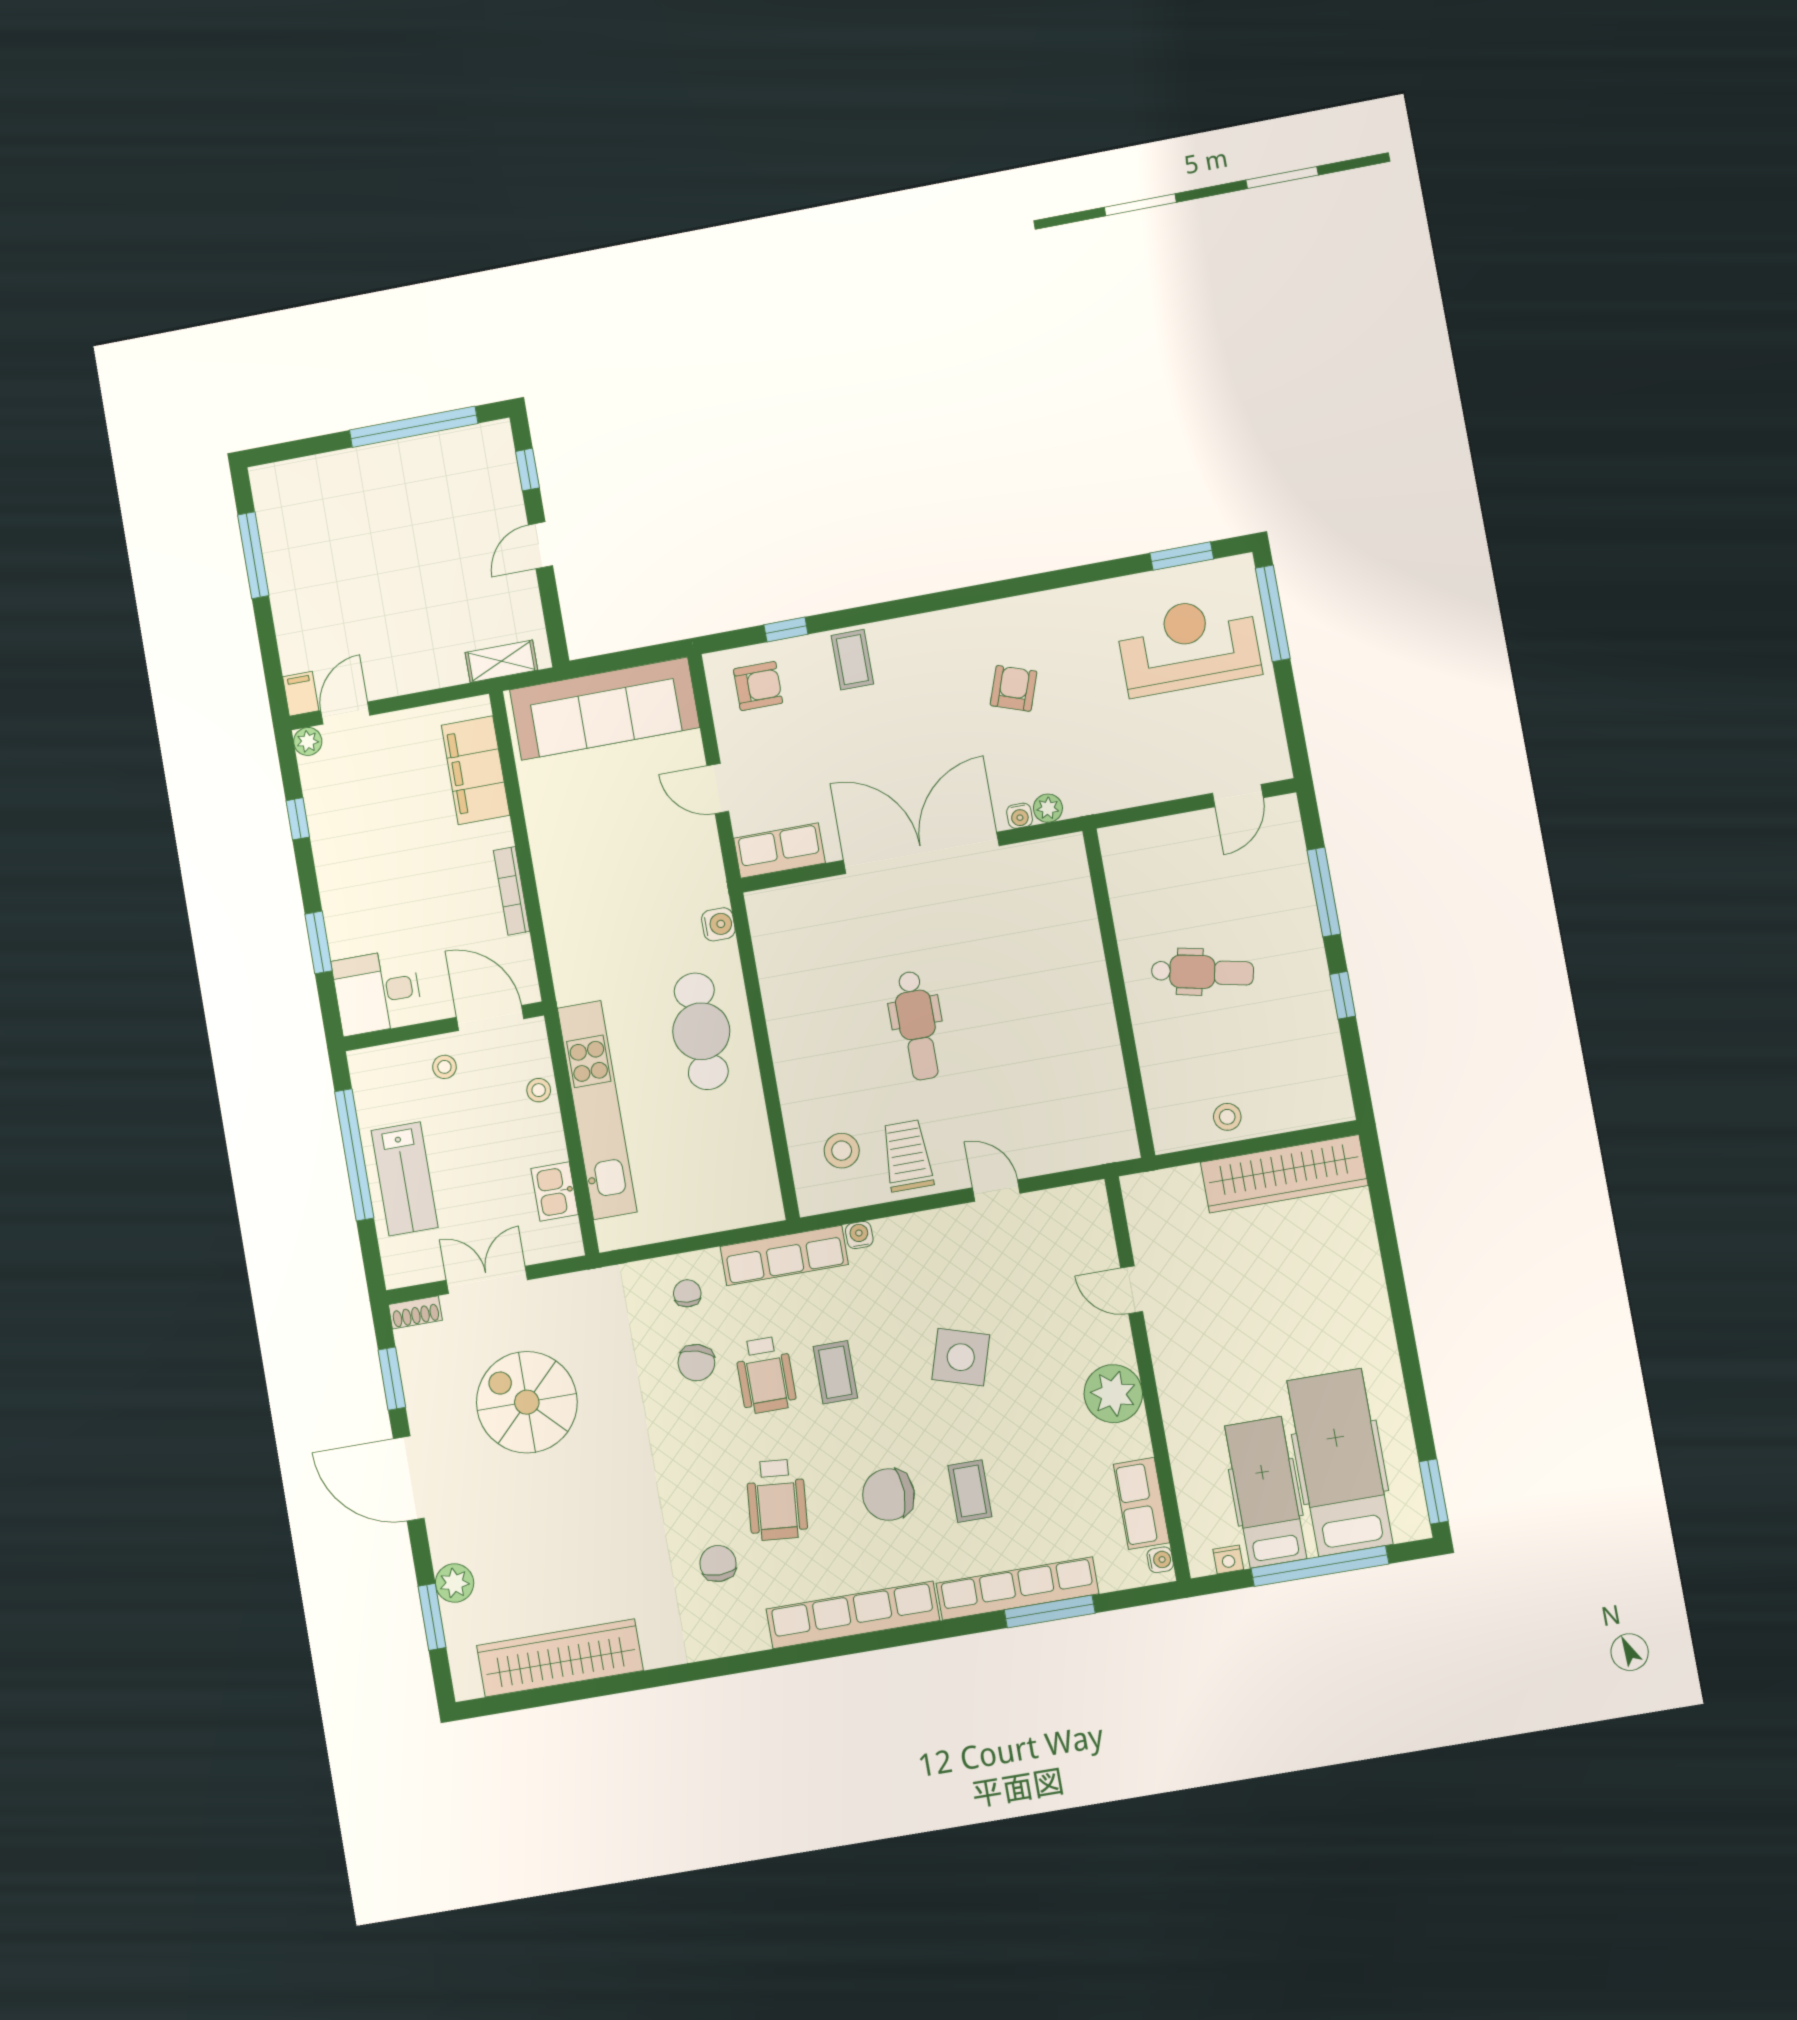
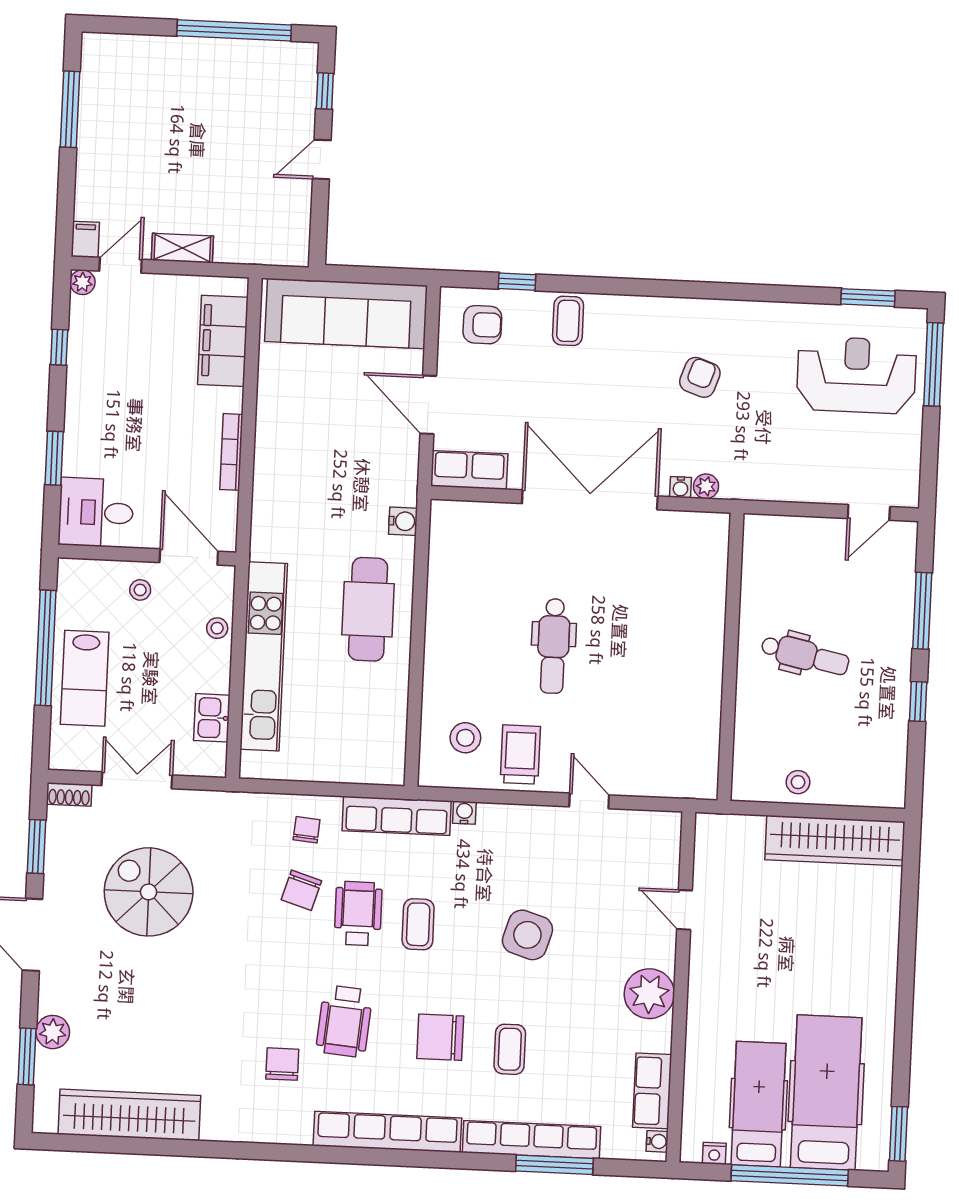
shelving: (501, 661) -> (182, 248), moved
door: (718, 789) -> (428, 405), width x1.38
wheelchair: (766, 1375) -> (358, 913), turned 180

